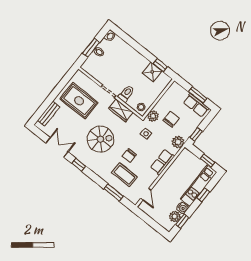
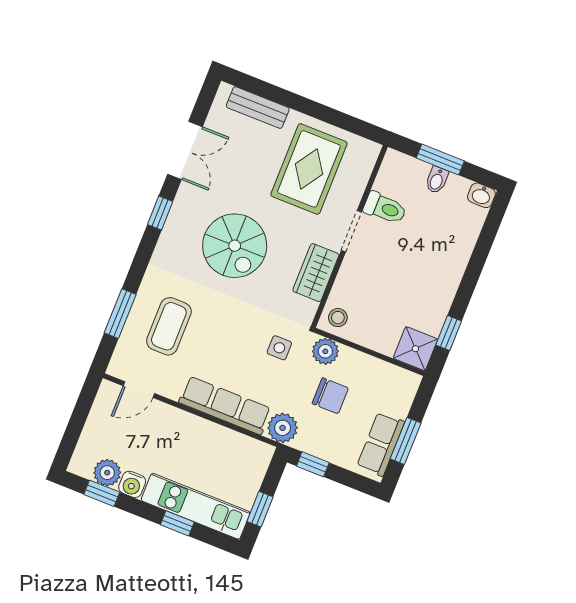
shower: (152, 72) -> (415, 349), moved
toilet: (126, 94) -> (385, 208), moved
chair: (129, 156) -> (217, 324), removed
row of seats: (162, 162) -> (225, 406), width x1.48

